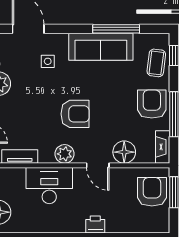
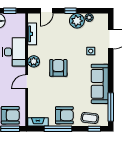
window: (116, 29) -> (111, 107), moved
armchair: (75, 114) -> (58, 68), turned 180
floor lamp: (124, 152) -> (35, 98), removed

